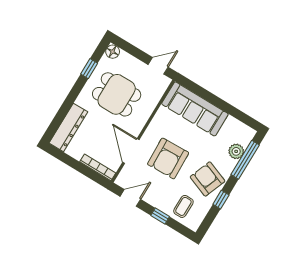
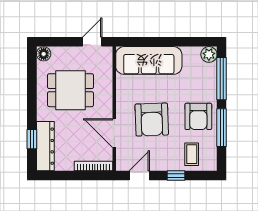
window: (89, 69) -> (32, 139), moved
plant: (236, 151) -> (209, 54), moved
armchair: (208, 179) -> (198, 116), turned -111
window: (221, 200) -> (222, 128), width x2.17

